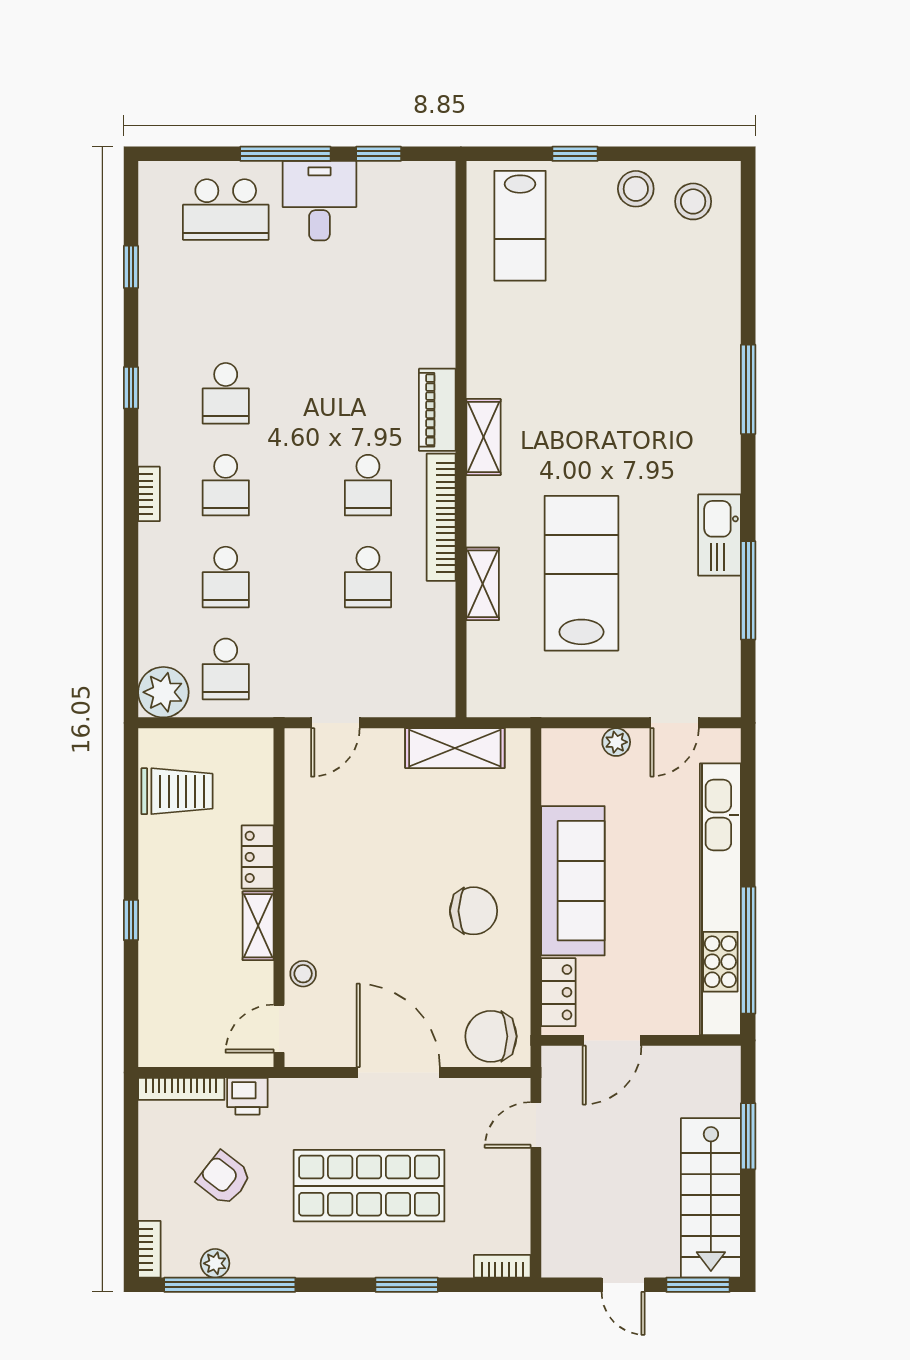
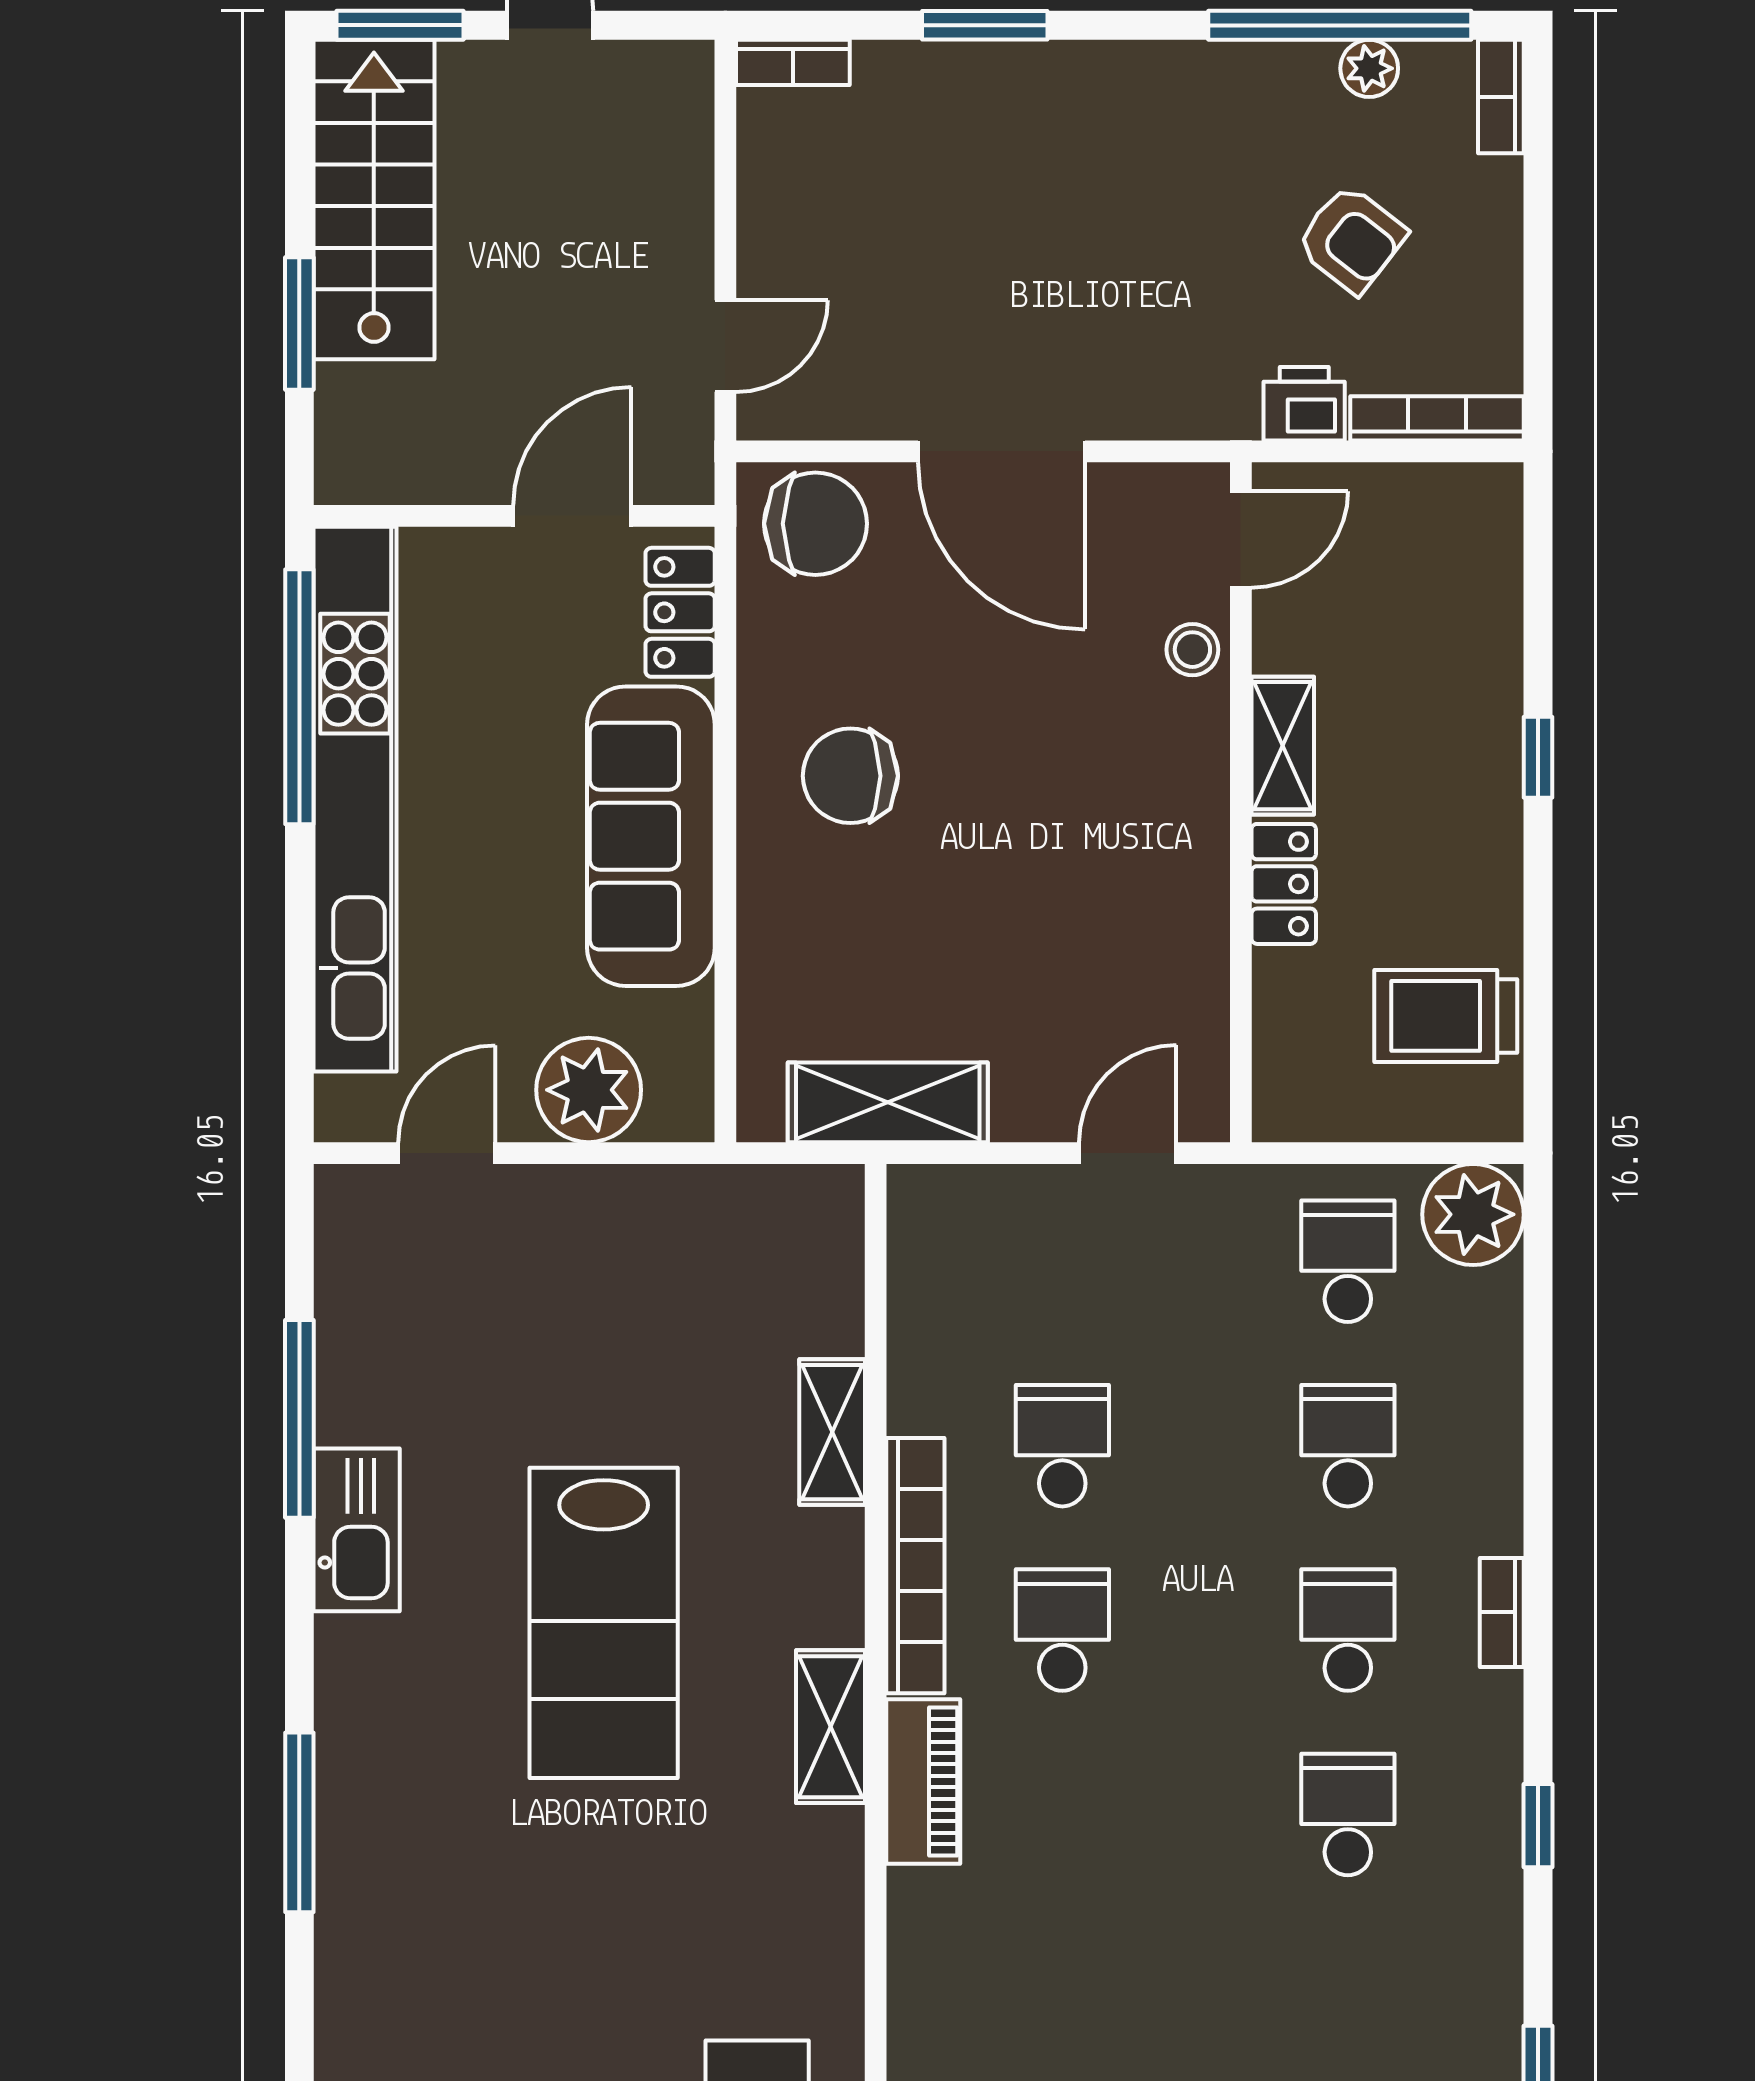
lab bench: (581, 573) -> (604, 1623), moved
plant: (616, 742) -> (589, 1090), width x1.87, depth x1.87
shop shelf: (369, 1186) -> (1060, 224), removed

